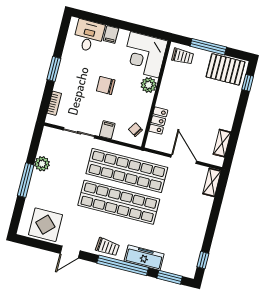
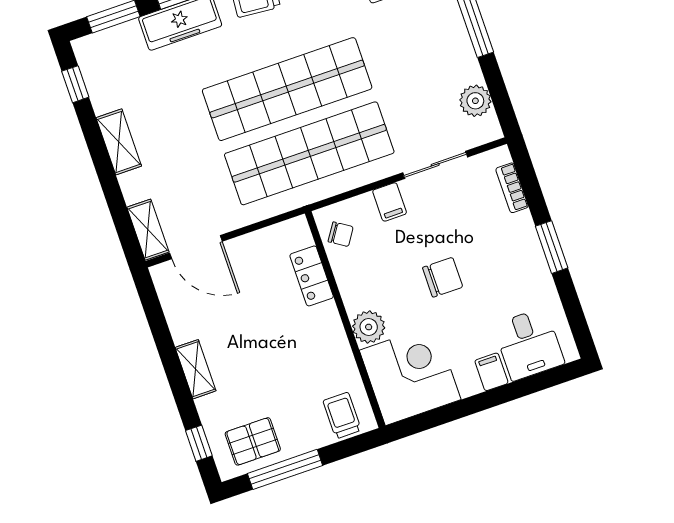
window: (208, 47) -> (285, 469), moved
trolley: (183, 56) -> (342, 415), turned 90
pallet: (226, 69) -> (253, 441), width x0.67, depth x0.71
shelving: (222, 143) -> (196, 369), moved
door: (184, 159) -> (196, 247), moved
plant: (42, 164) -> (475, 101), moved
shelving: (201, 225) -> (119, 142), added

